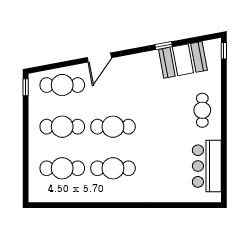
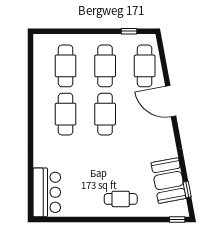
window: (164, 46) -> (187, 190), moved
door: (99, 58) -> (171, 101), width x1.36
window: (26, 87) -> (129, 31), moved
bar counter: (207, 166) -> (47, 192), moved, turned 90

